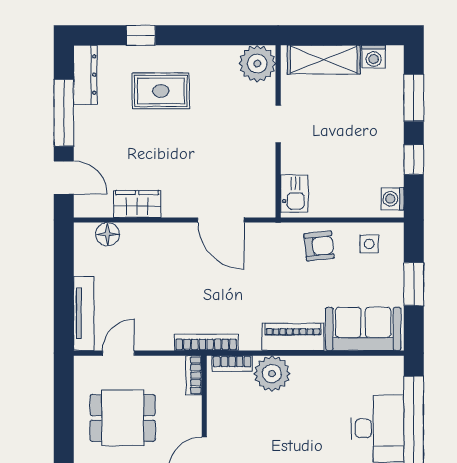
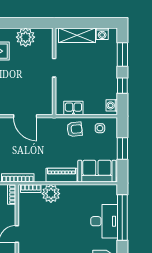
plant: (257, 64) -> (26, 37), moved
kitchen sink: (294, 193) -> (73, 108), moved, turned -90

